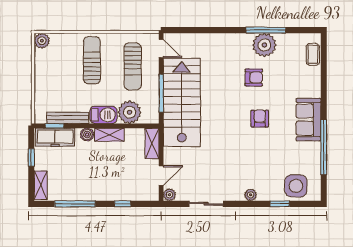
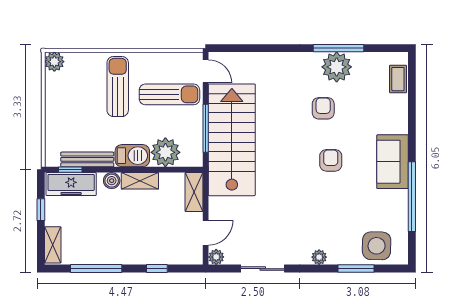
sun lounger: (133, 67) -> (169, 94), turned -90
armchair: (254, 78) -> (323, 108), turned -90
window: (280, 204) -> (356, 269), width x1.50

